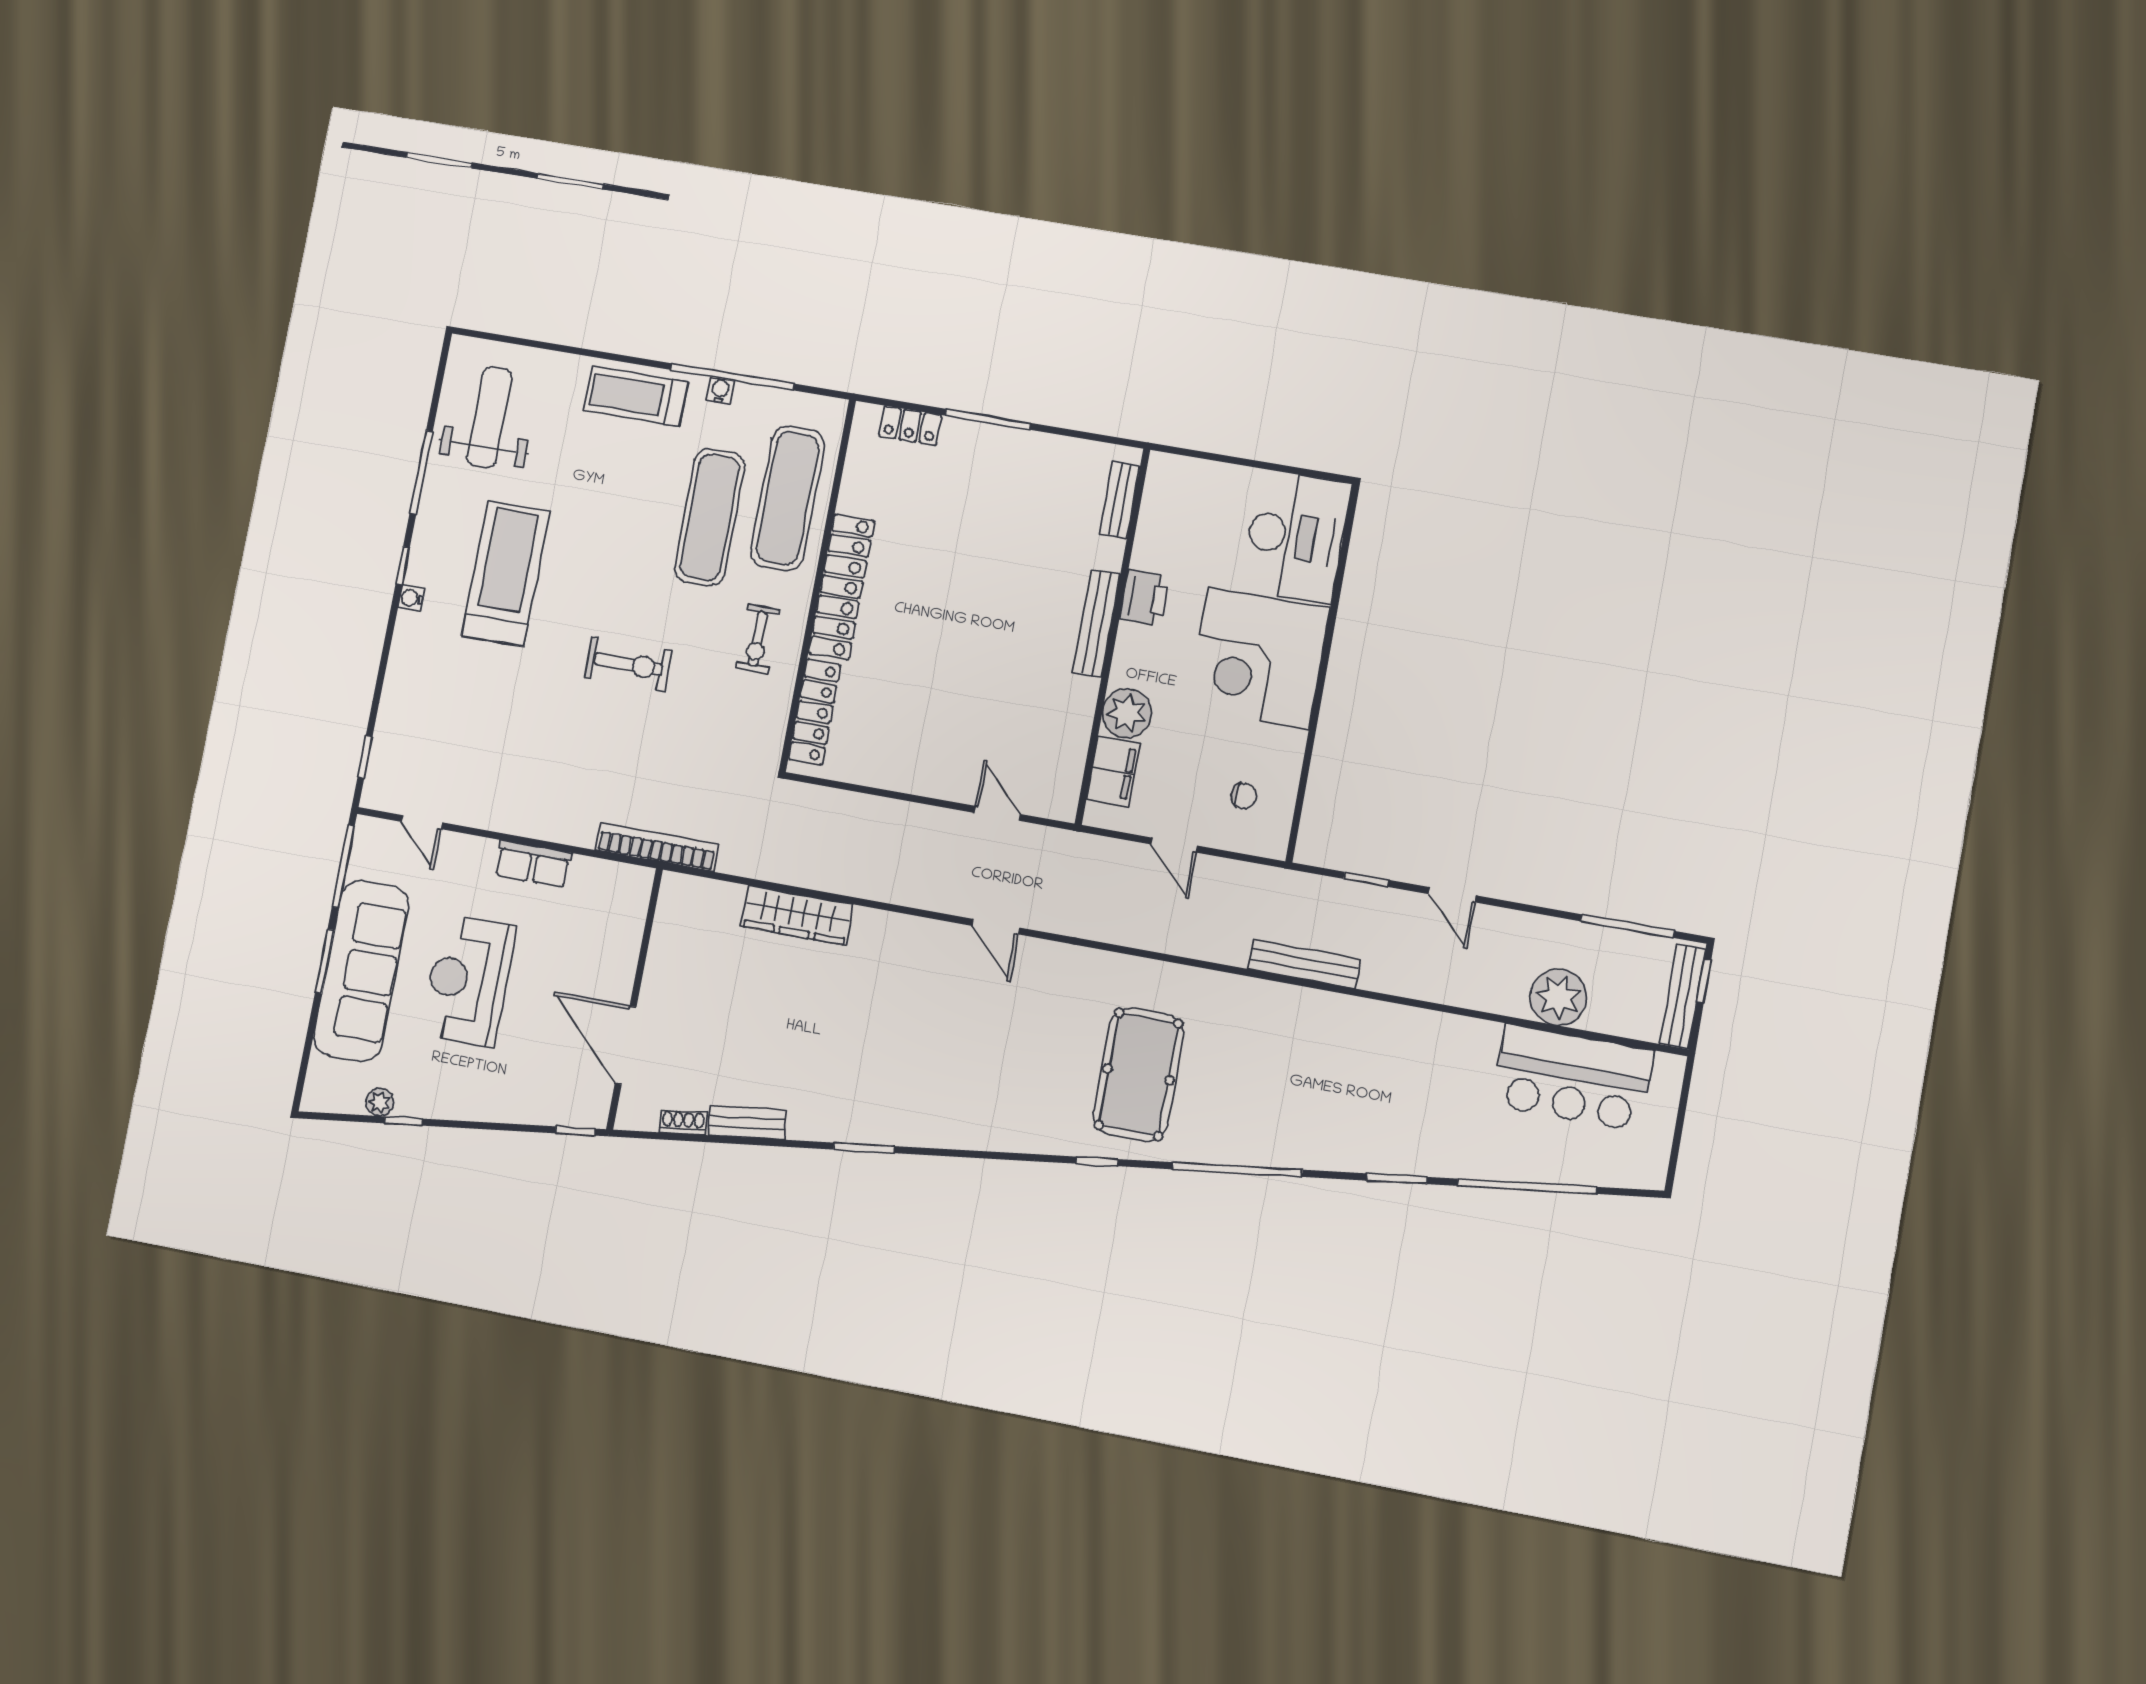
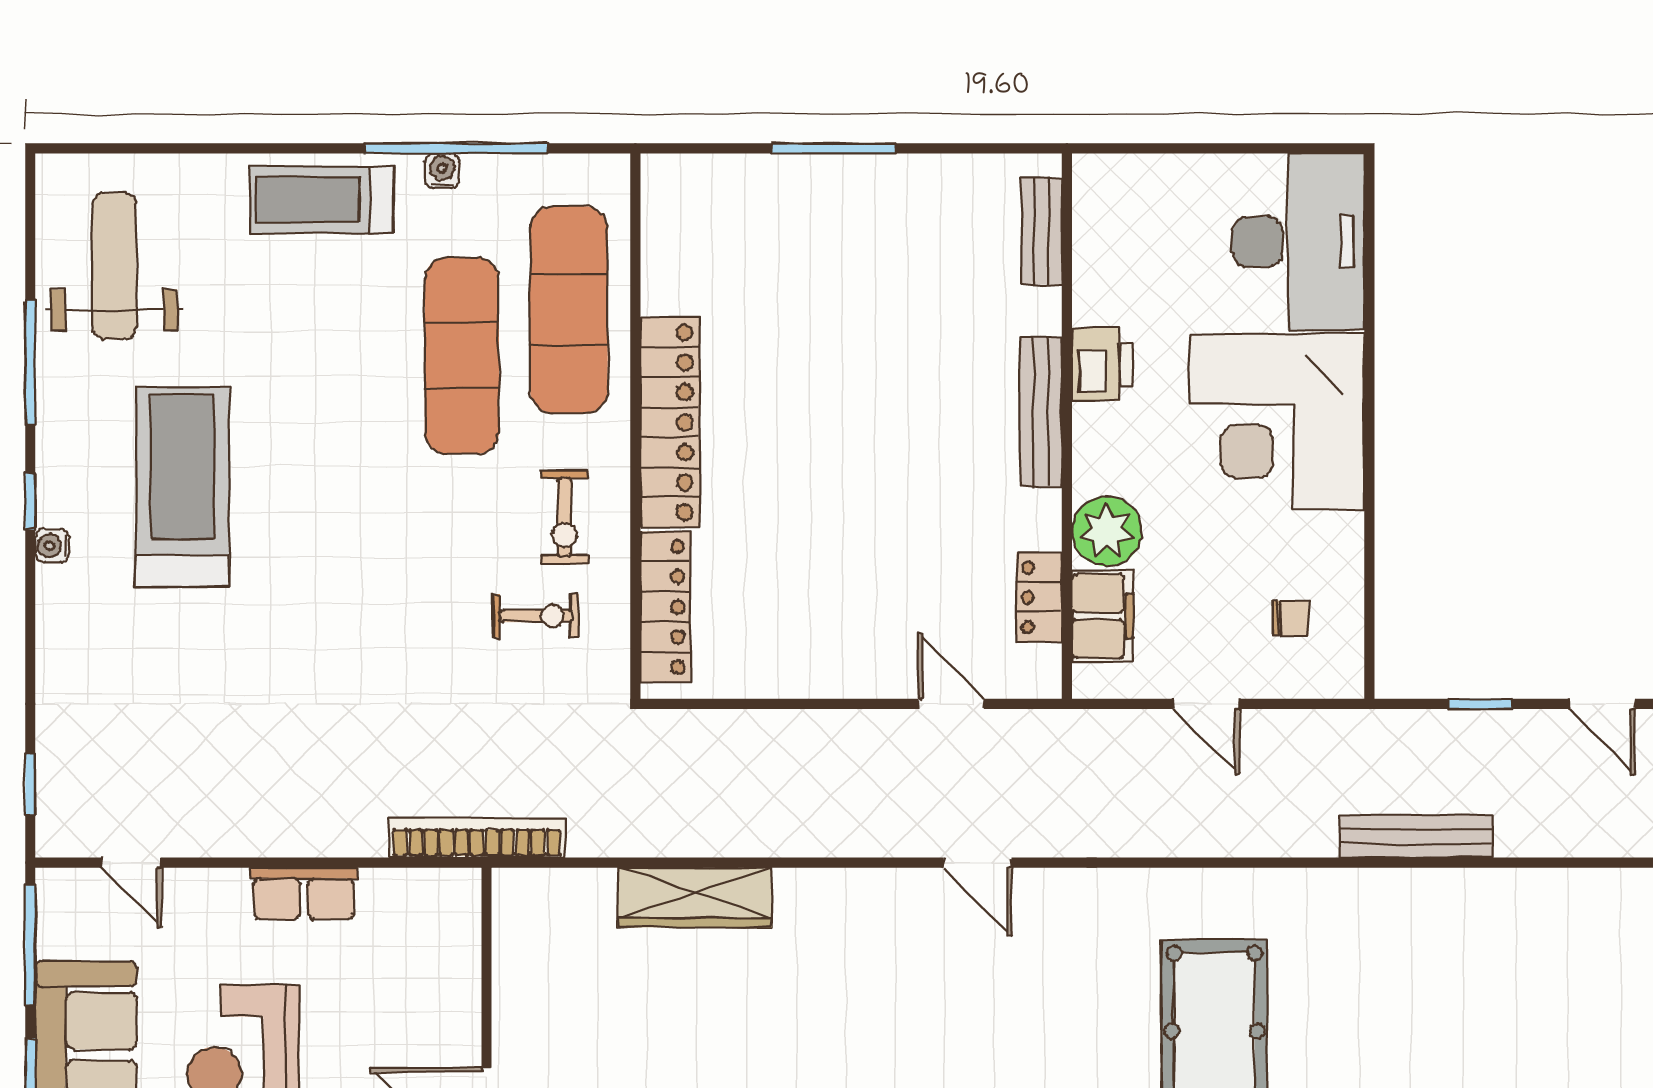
locker: (910, 426) -> (1039, 597), moved, turned 90
exercise bike: (628, 664) -> (536, 616), moved, width x0.73, depth x0.72

